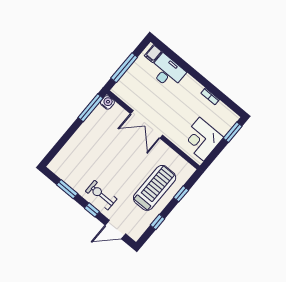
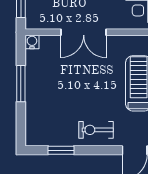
window: (91, 108) -> (21, 84), moved
window: (92, 210) -> (99, 150), removed

